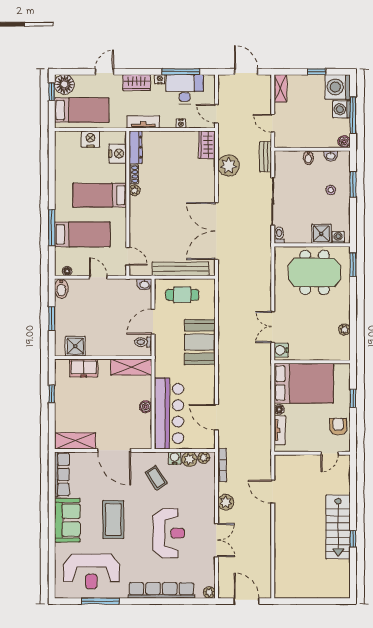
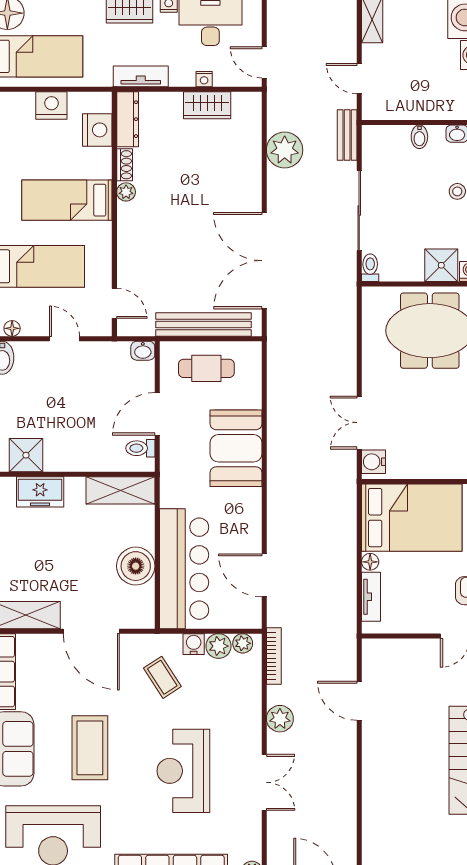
wardrobe: (207, 145) -> (207, 105), moved, turned -90
boiler: (146, 407) -> (136, 566), width x1.86, depth x1.86
reception desk: (169, 533) -> (183, 771), turned 180

